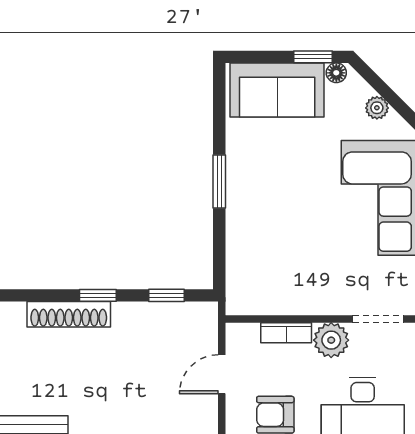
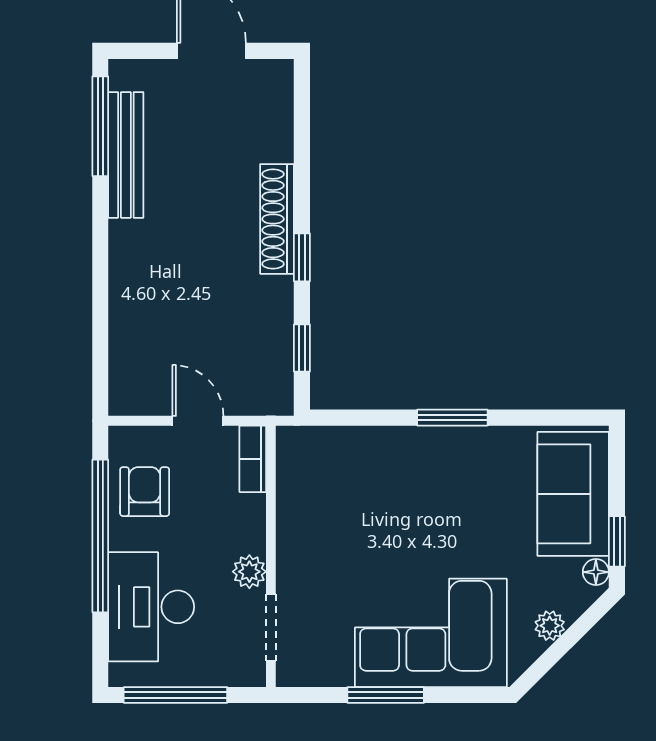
bookcase: (286, 333) -> (253, 459), moved
plant: (331, 340) -> (249, 572), width x0.73, depth x0.73

